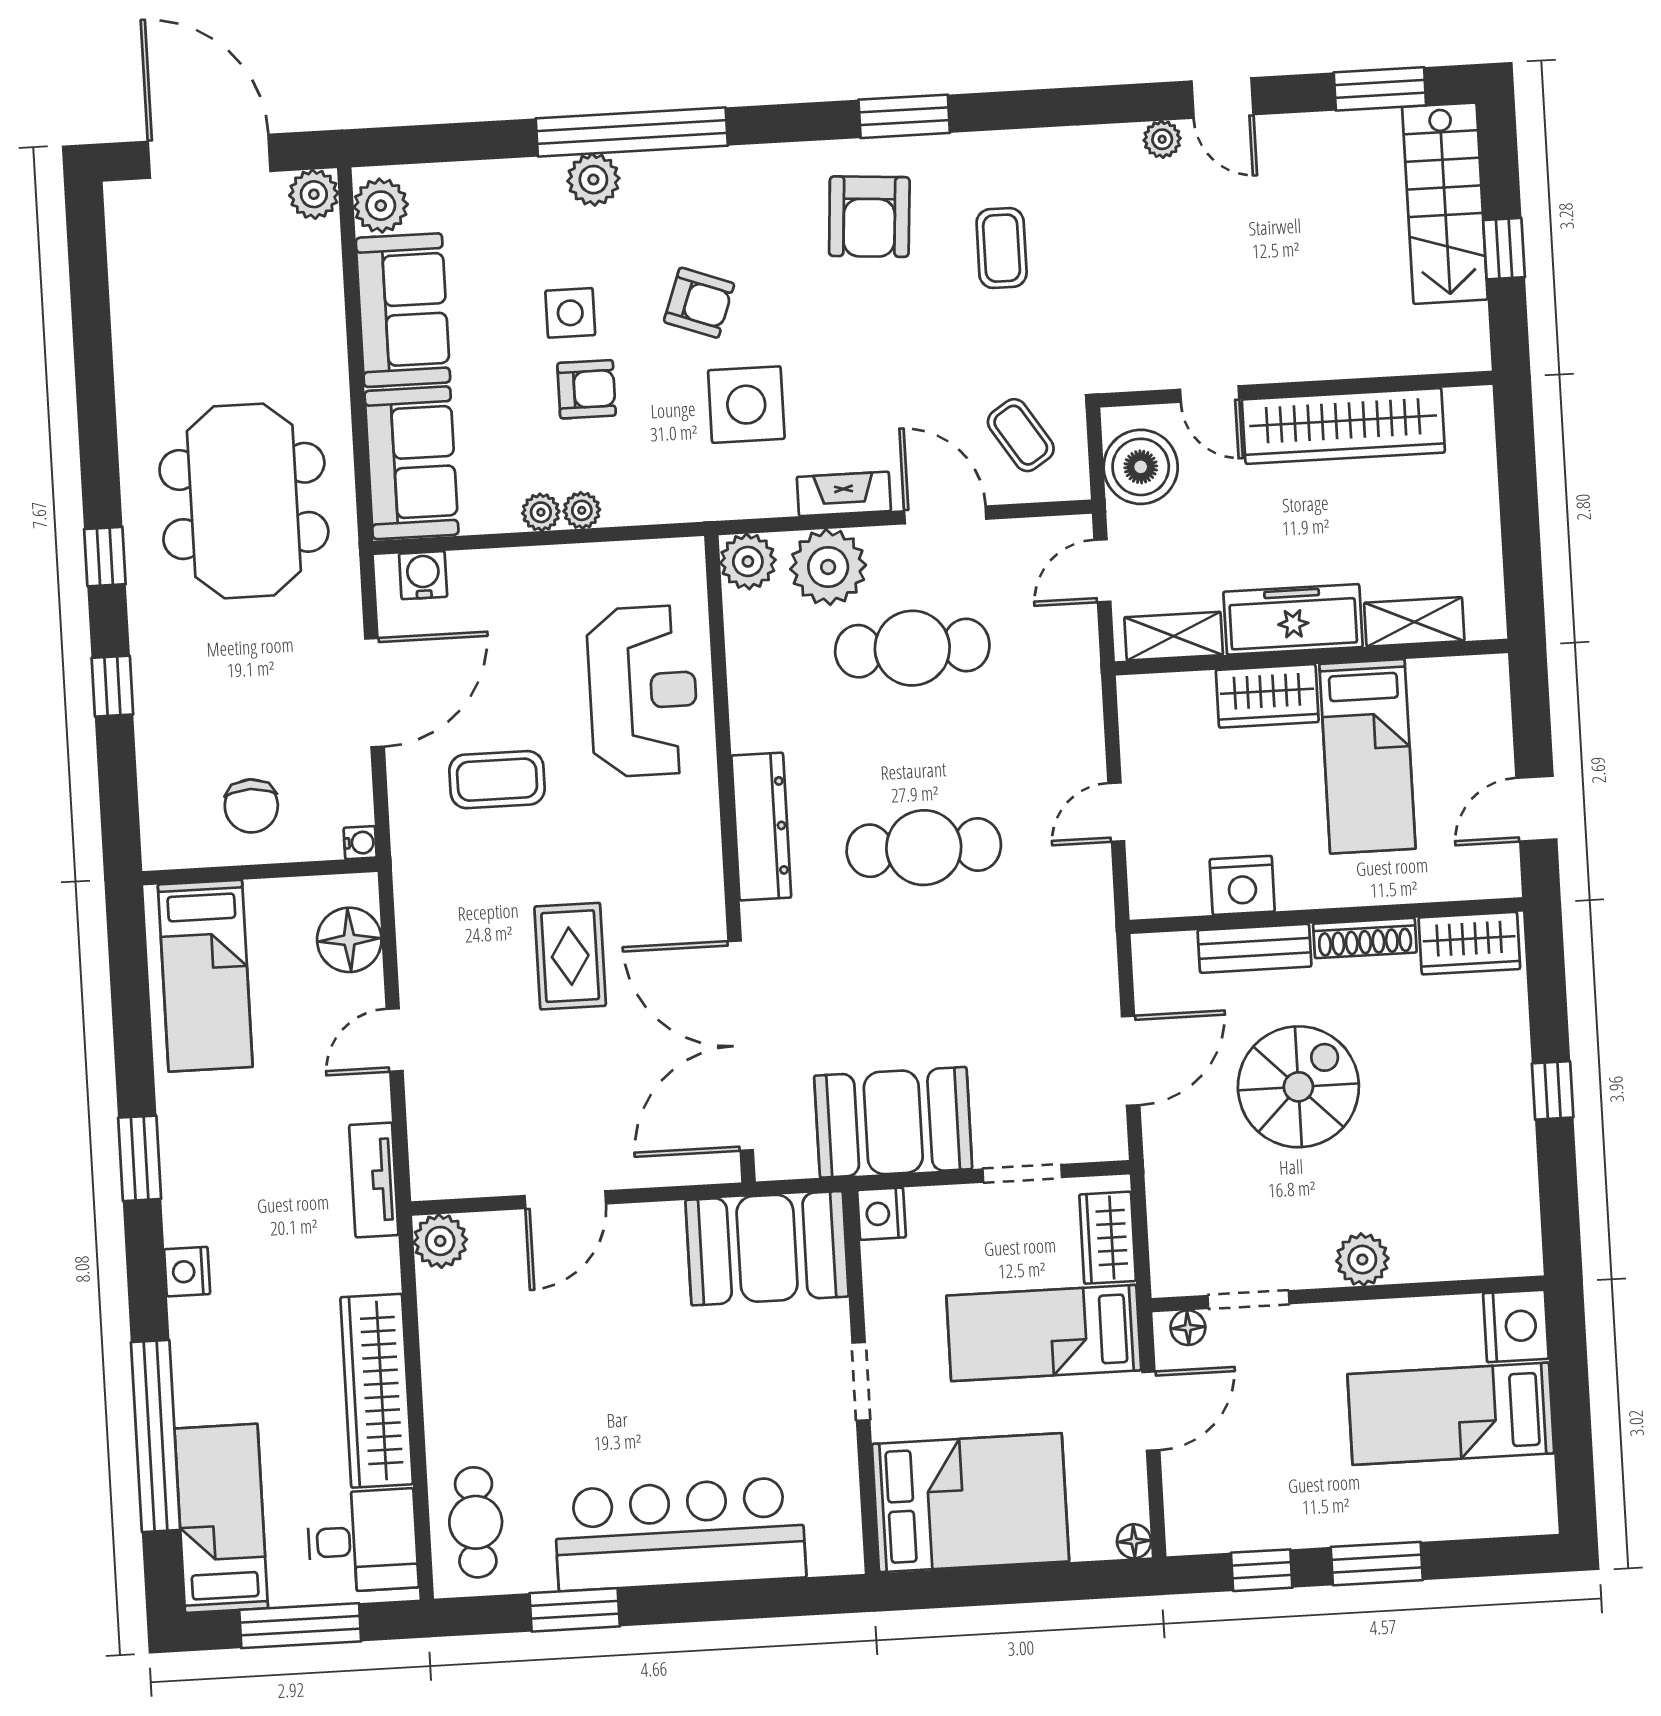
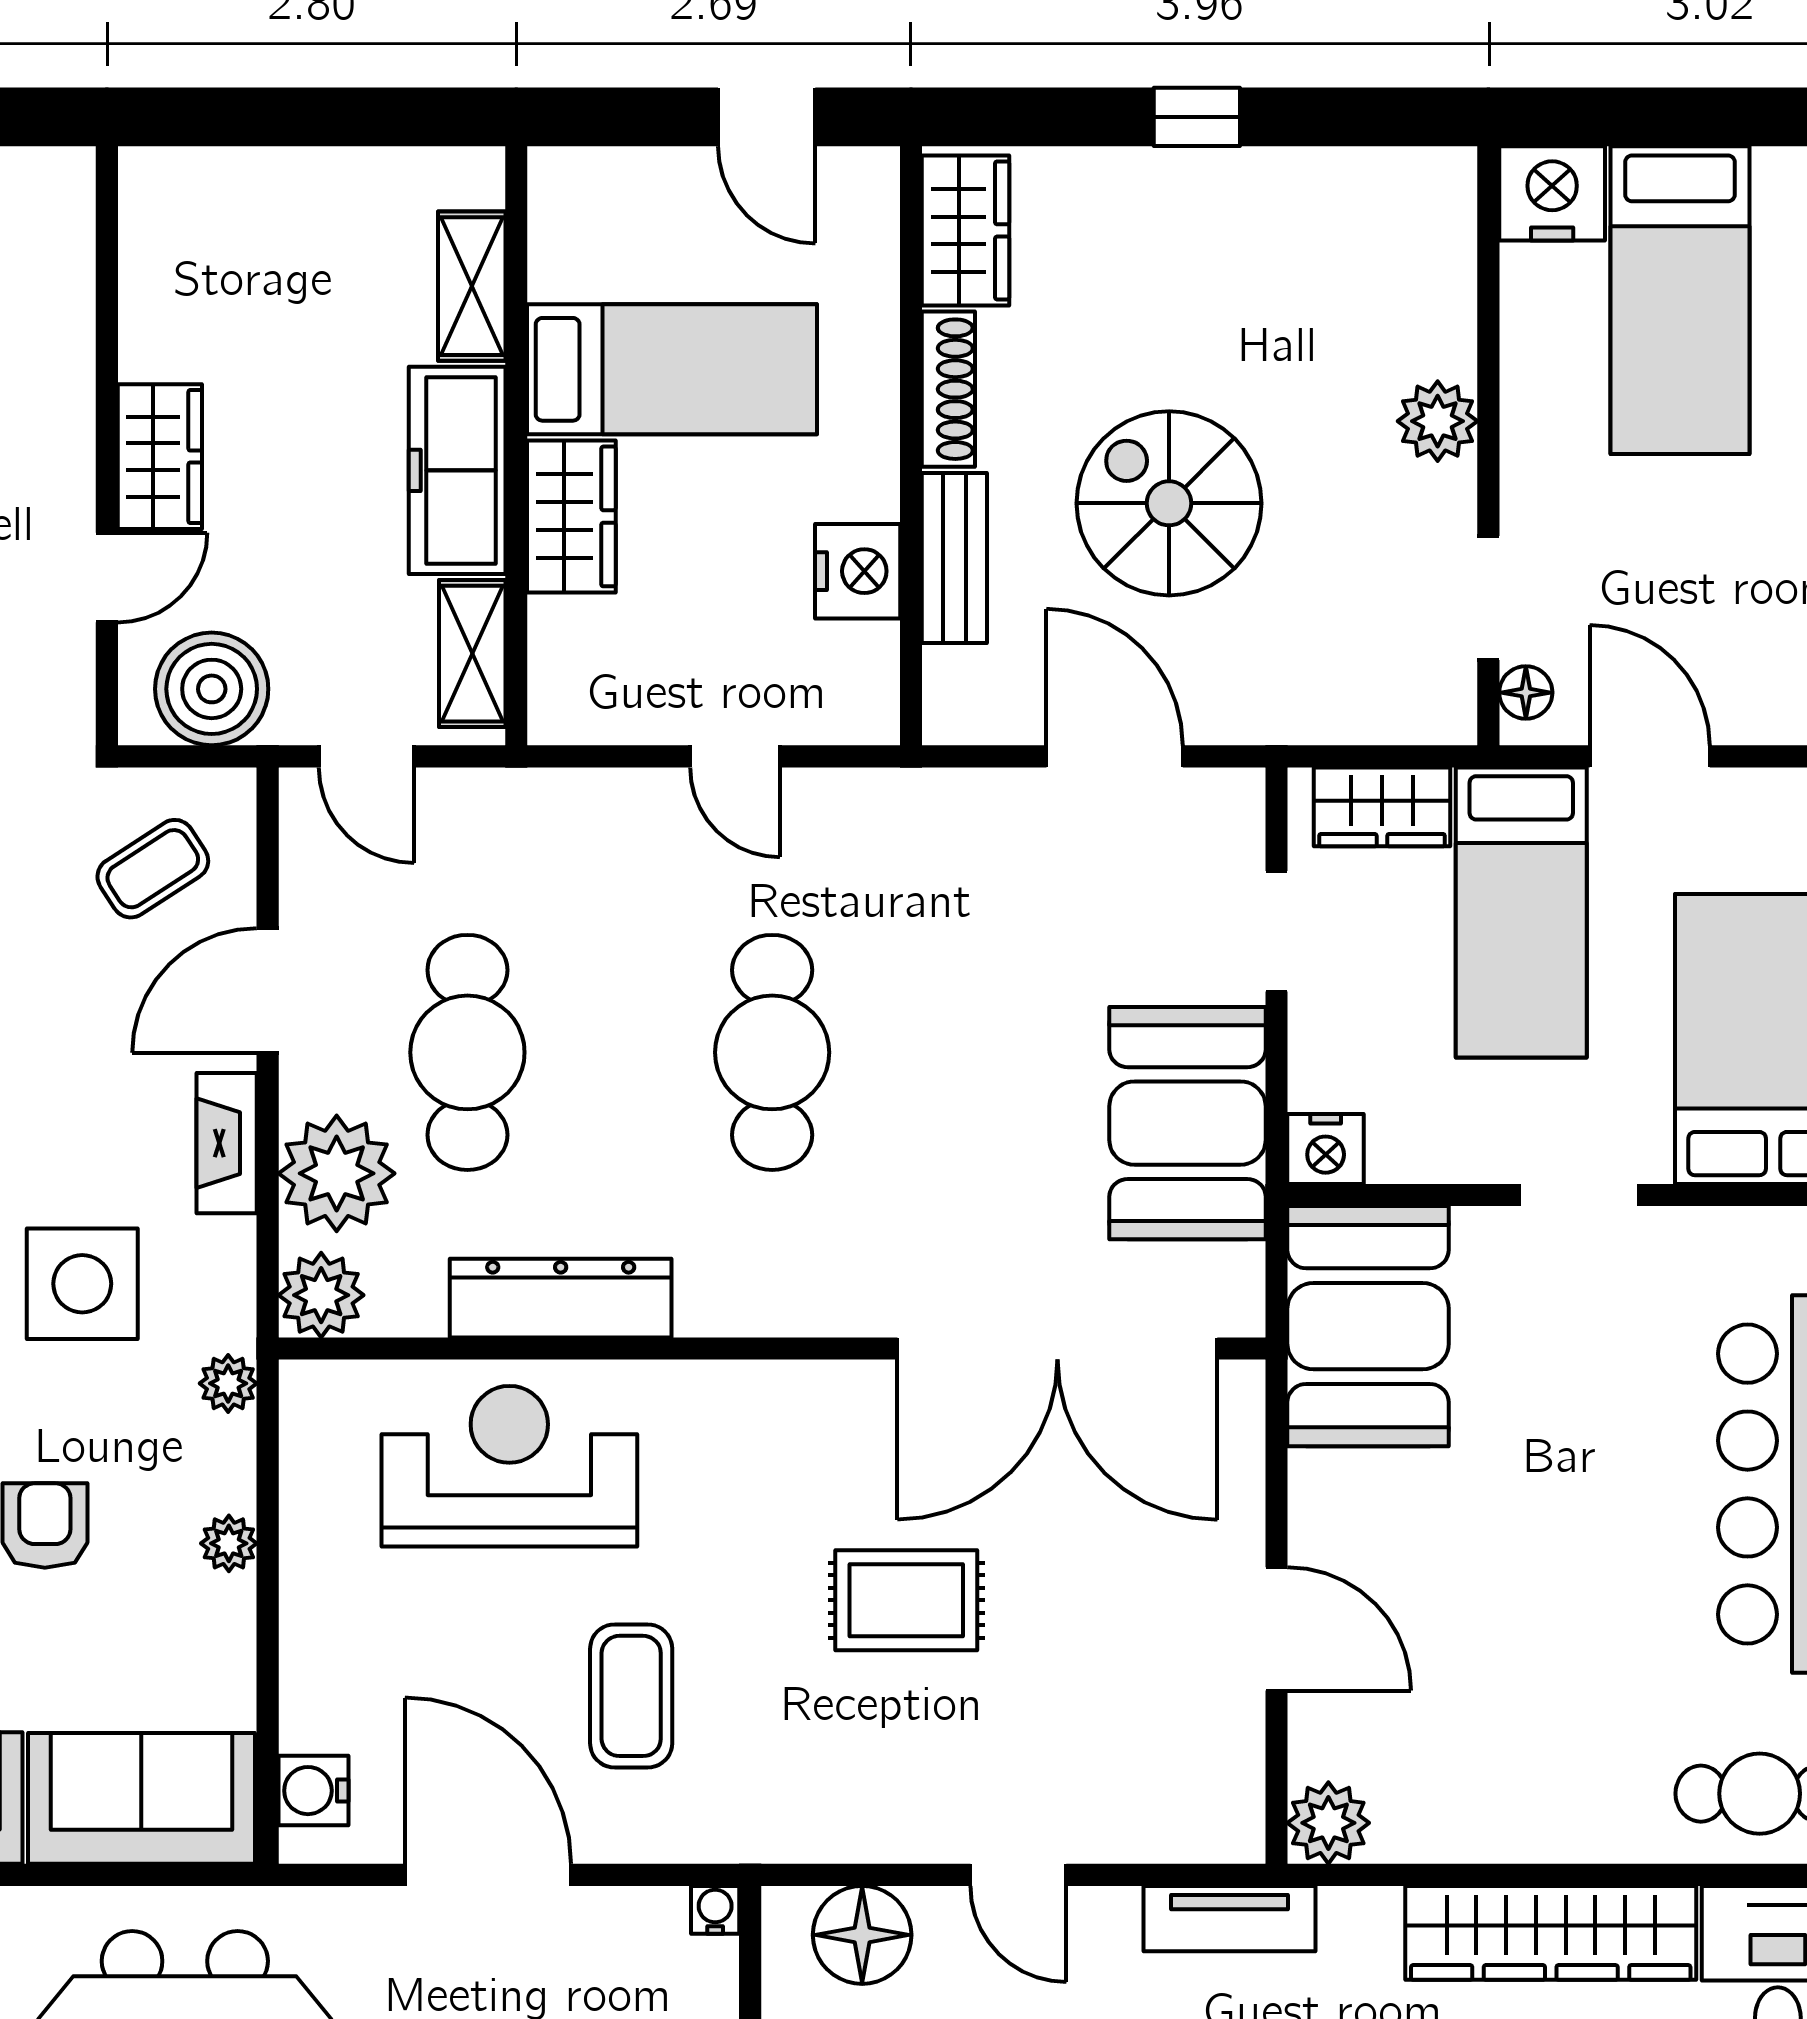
wardrobe: (1343, 426) -> (160, 457), width x0.48, depth x0.85
plant: (541, 512) -> (228, 1383), moved
dresser: (761, 827) -> (561, 1298), moved

